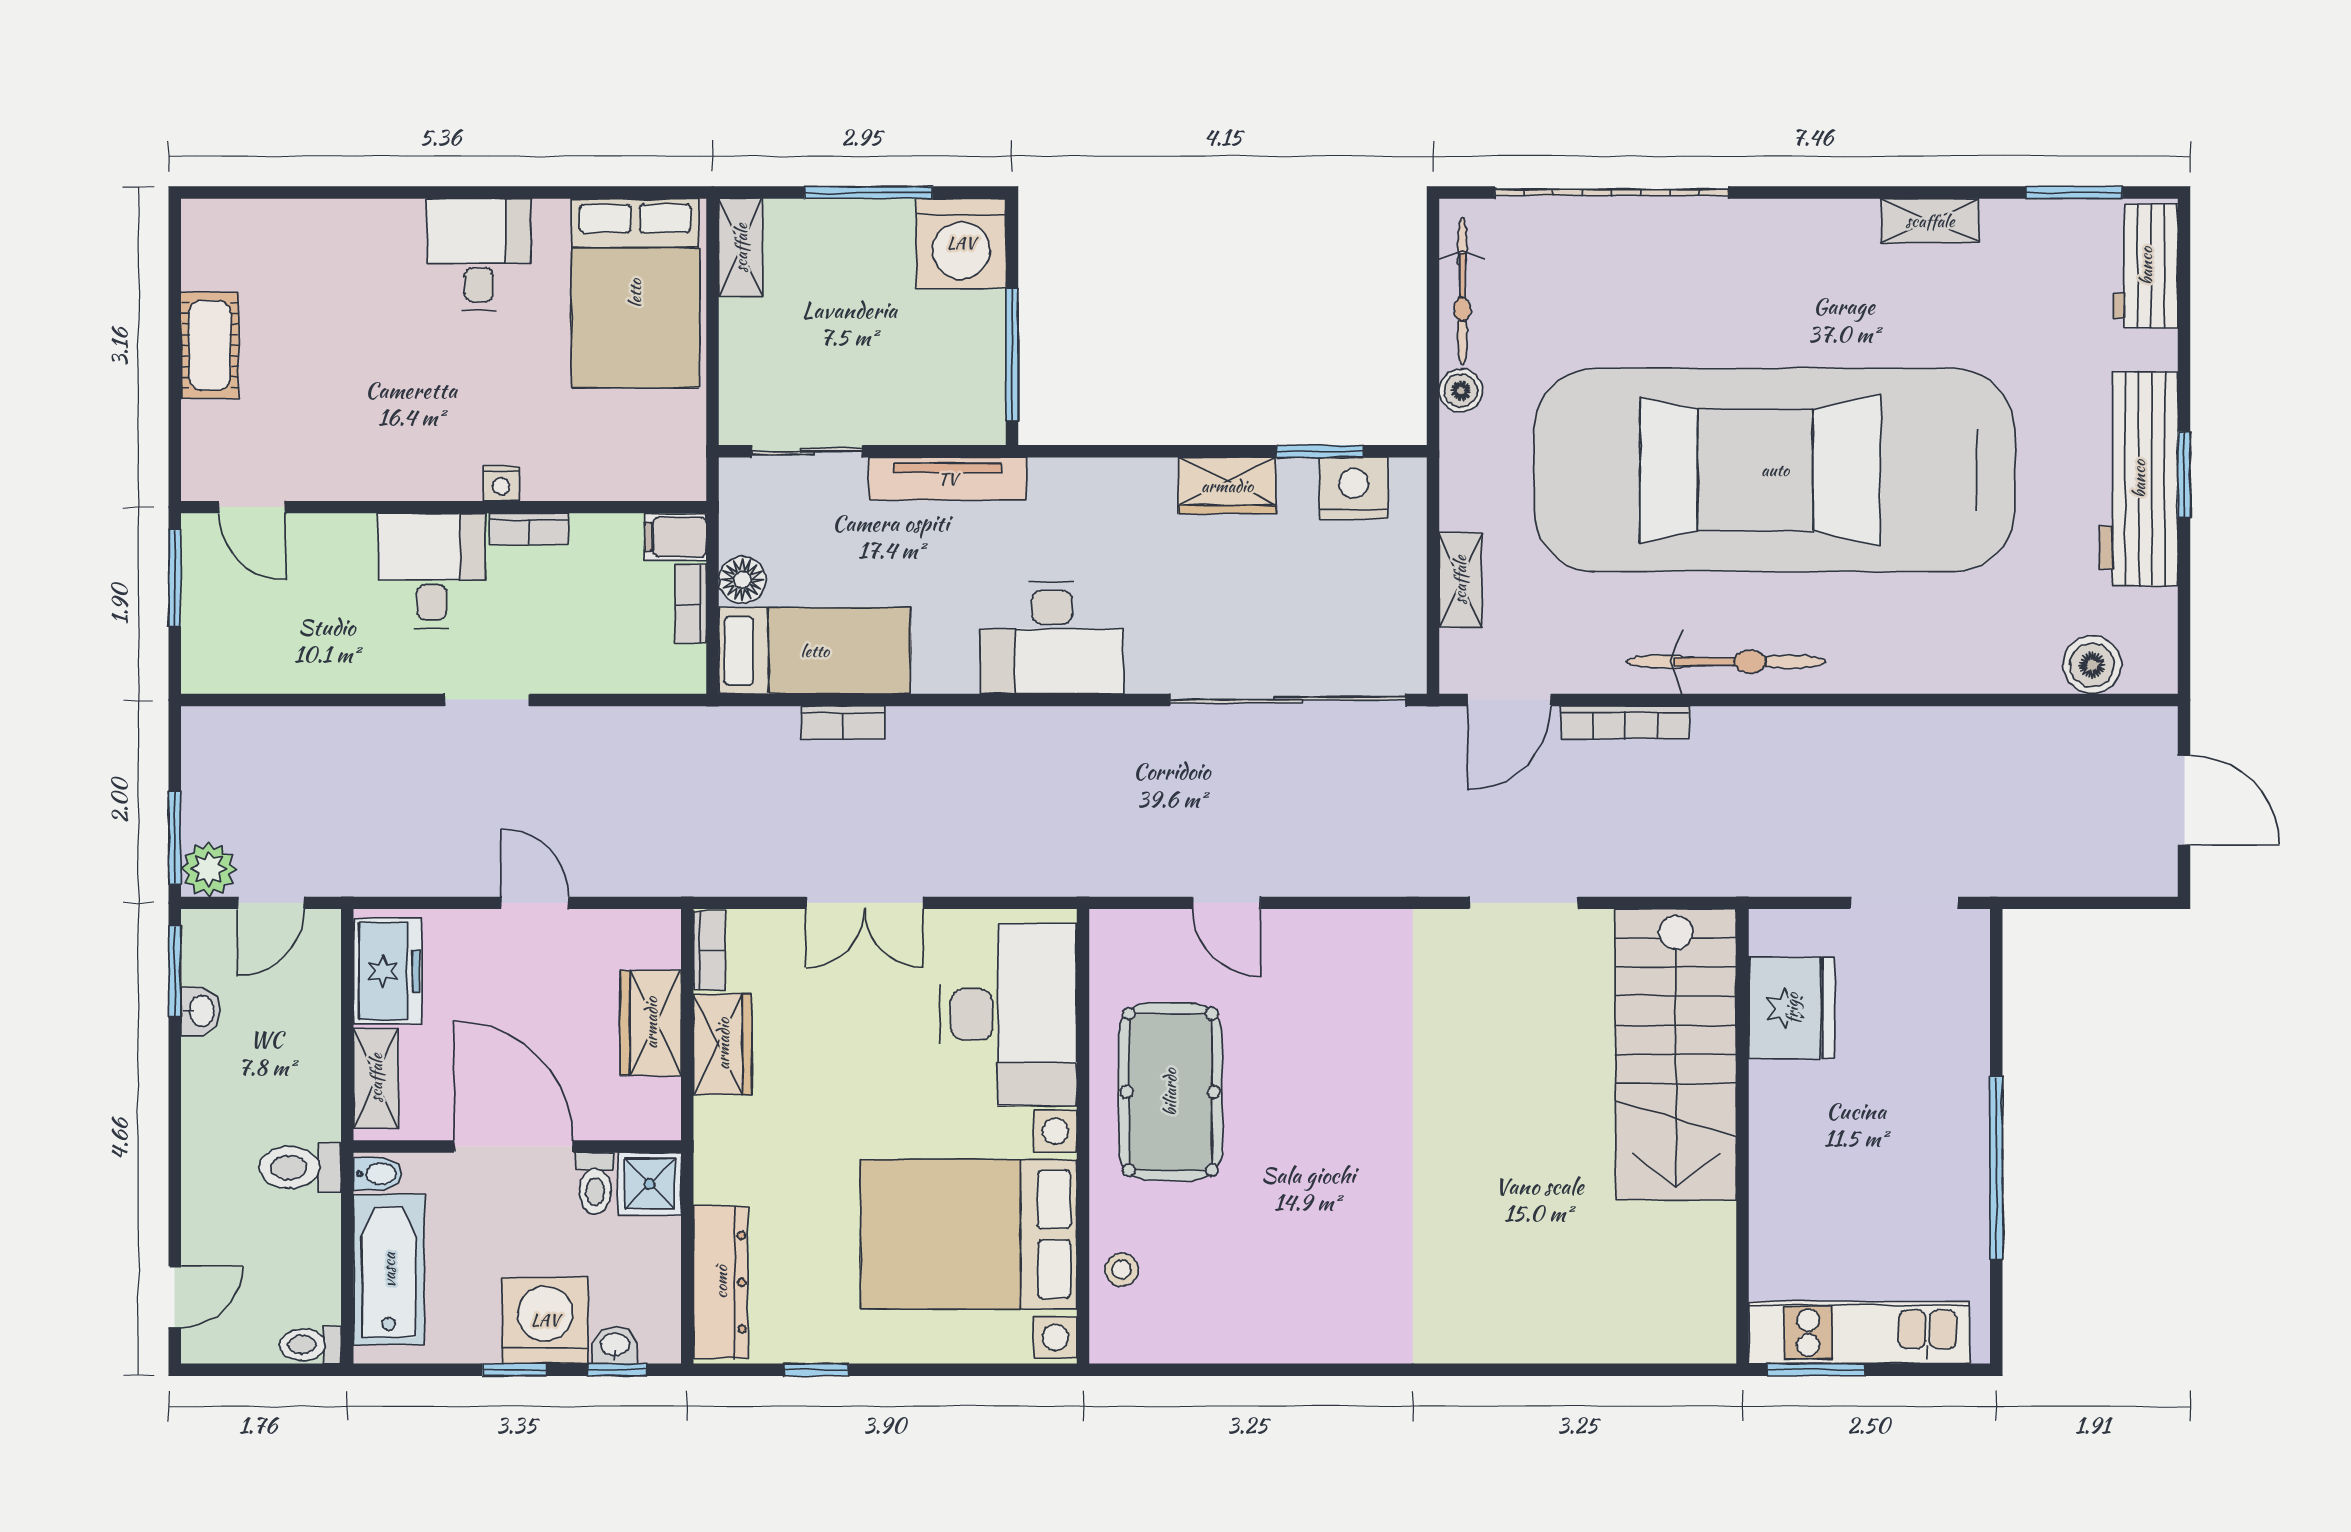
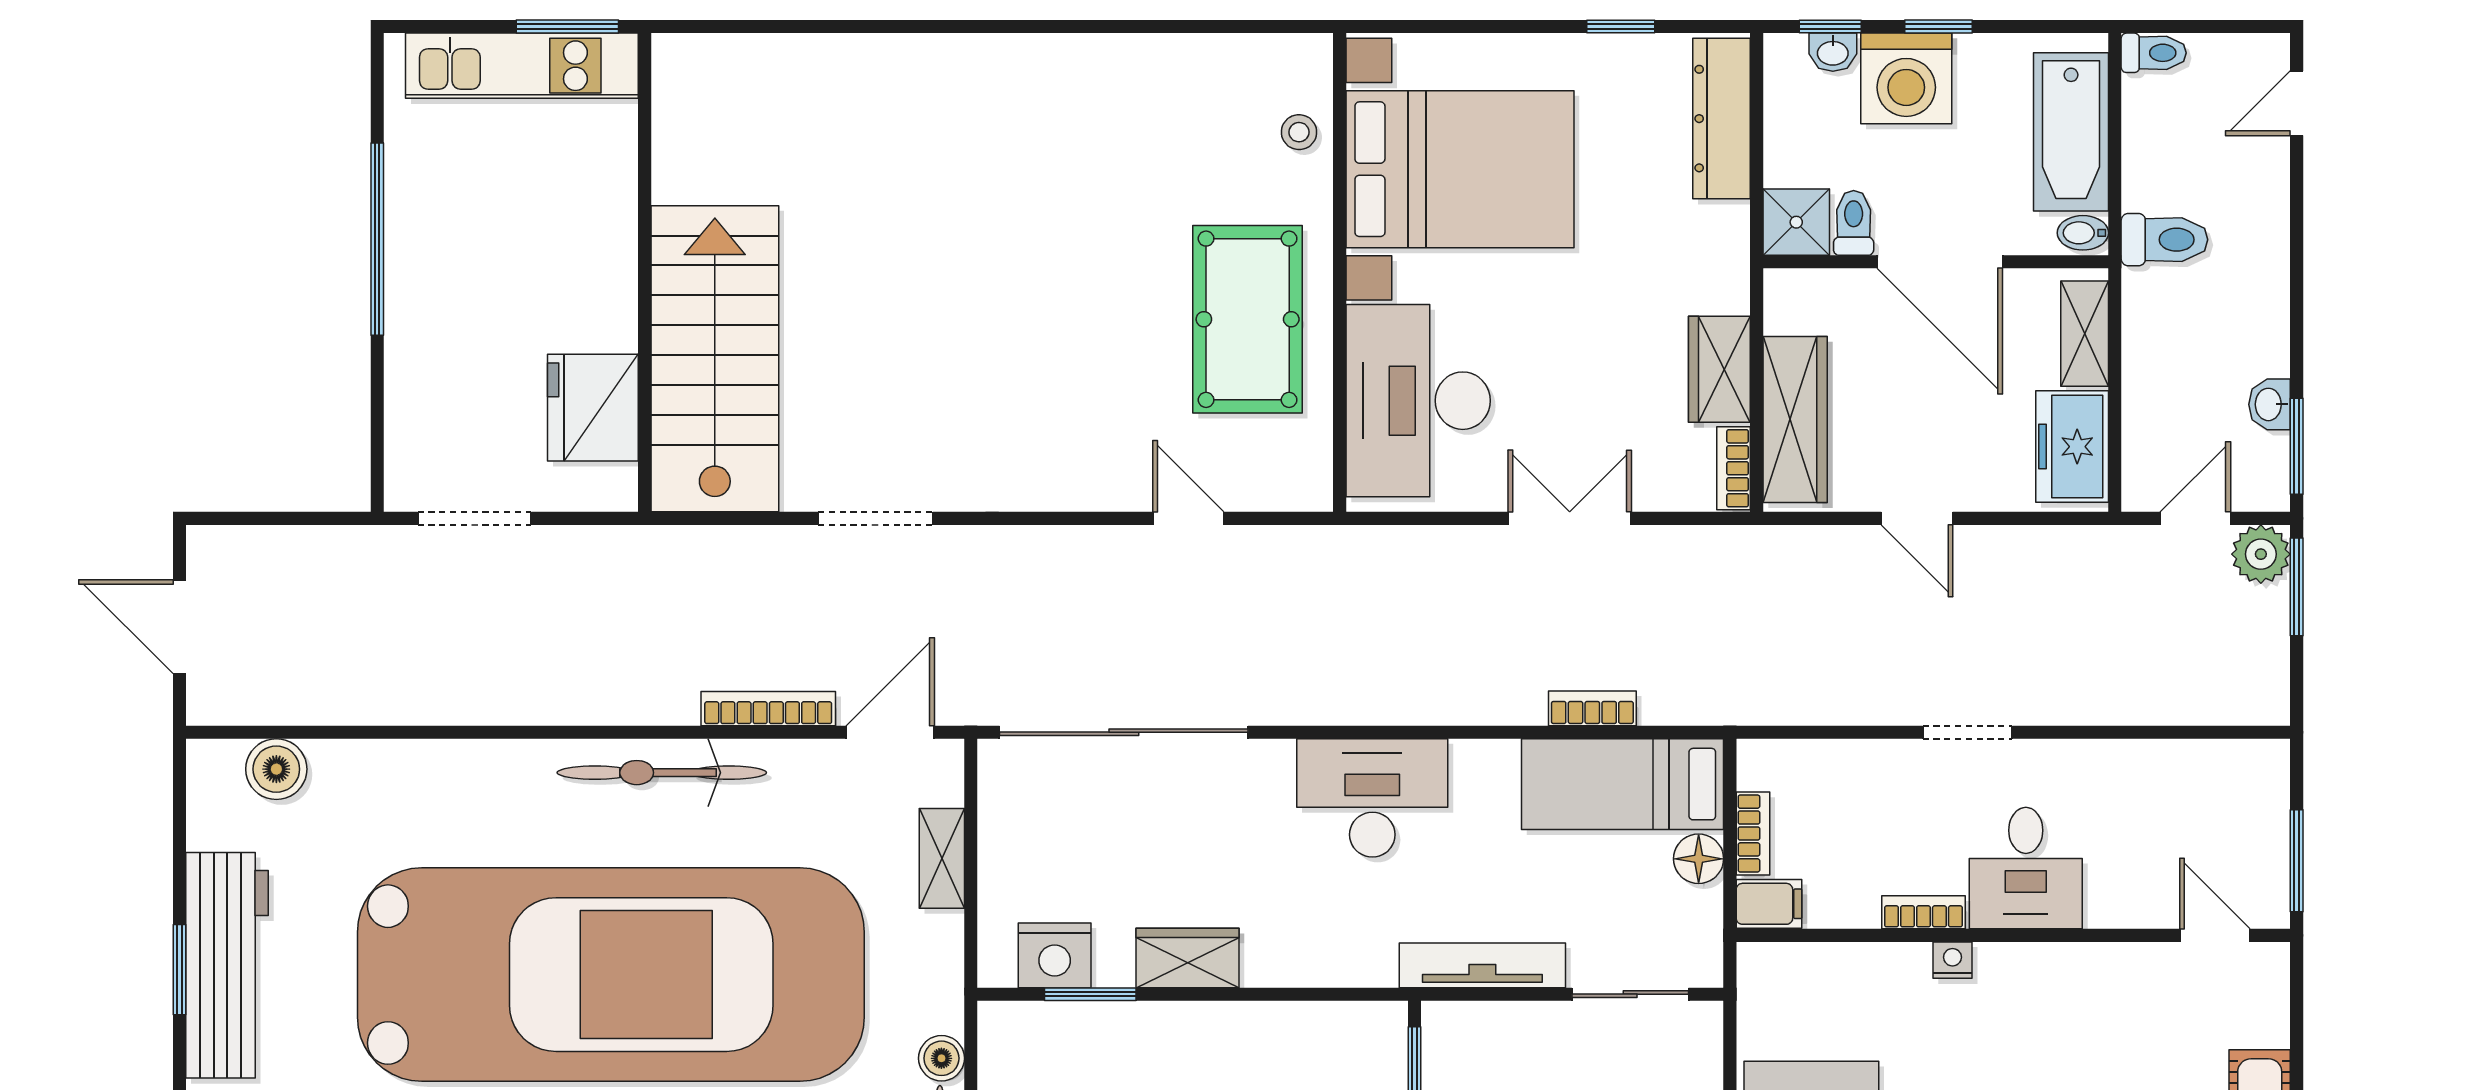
wardrobe: (651, 1023) -> (1795, 420), width x1.50

